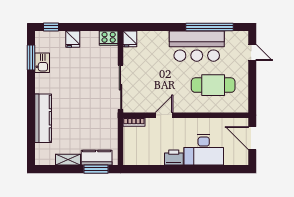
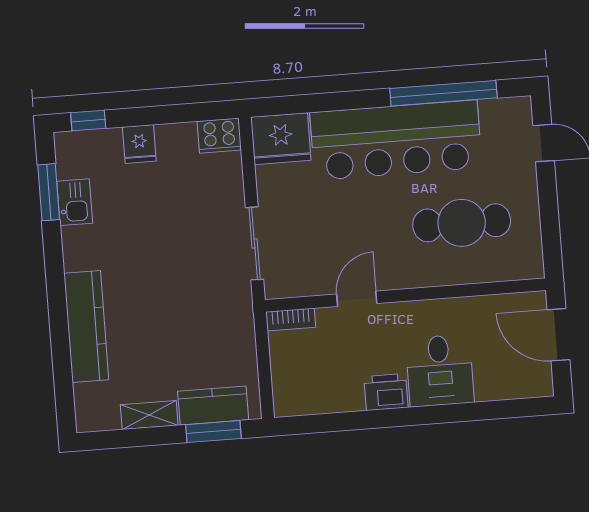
fridge: (130, 39) -> (281, 139), width x1.88, depth x1.34
bar counter: (197, 46) -> (396, 140), width x1.36
sliding door: (121, 87) -> (255, 243), width x0.73
desk: (204, 150) -> (440, 370), width x0.73

